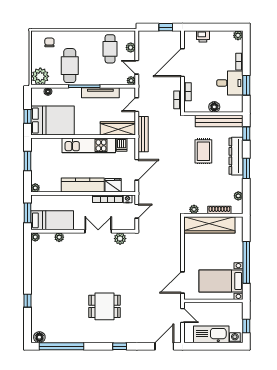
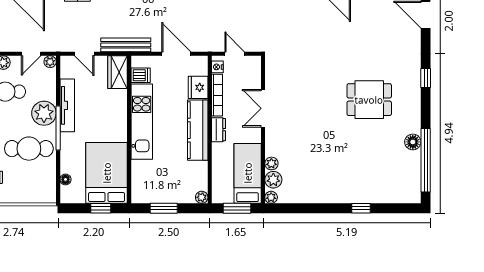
plant: (40, 76) -> (44, 113), moved
wardrobe: (118, 128) -> (118, 72), width x0.67
dresser: (83, 200) -> (219, 130), added
plant: (120, 239) -> (273, 180), moved
dining table: (104, 306) -> (369, 100), turned 90
floor lamp: (39, 337) -> (413, 142), moved

